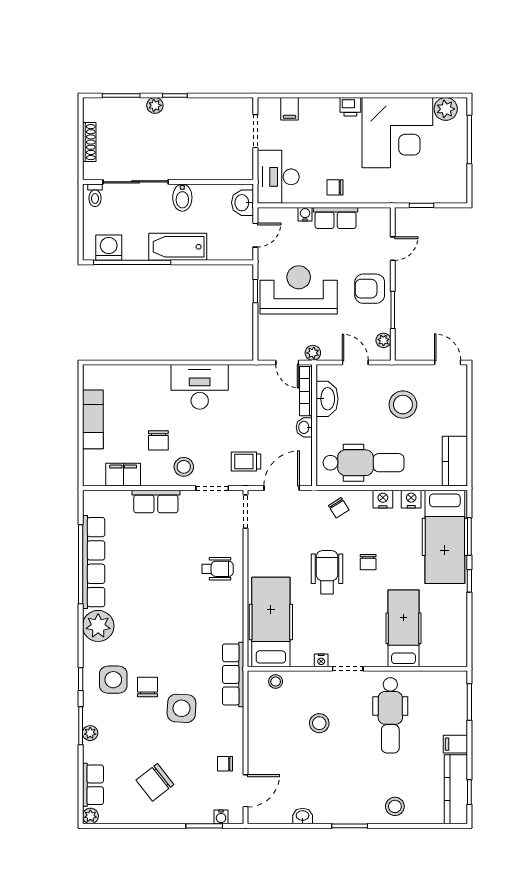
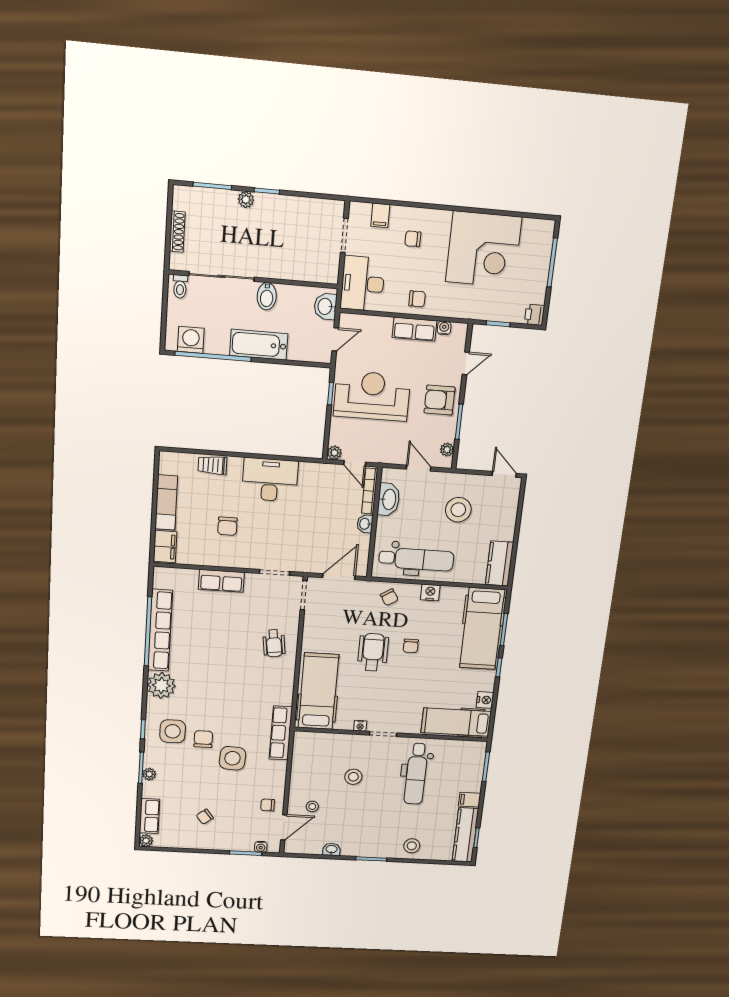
printer: (350, 107) -> (534, 315), moved, turned 90
plant: (446, 109) -> (533, 230), removed
chair: (325, 129) -> (413, 239), added
chair: (335, 187) -> (417, 299), turned 180
water cooler: (305, 214) -> (444, 328), moved
plant: (313, 353) -> (334, 453), moved
trolley: (246, 461) -> (212, 465), moved
stool: (184, 467) -> (250, 552), removed
filing cabinet: (123, 475) -> (165, 547), moved, turned 90
nightstand: (411, 499) -> (485, 700), moved, turned 90
wheelchair: (217, 569) -> (274, 643), turned 82
hospital bed: (404, 628) -> (456, 722), moved, turned -90
stool: (276, 682) -> (312, 806), moved
chair: (155, 782) -> (205, 817), width x0.54, depth x0.54

